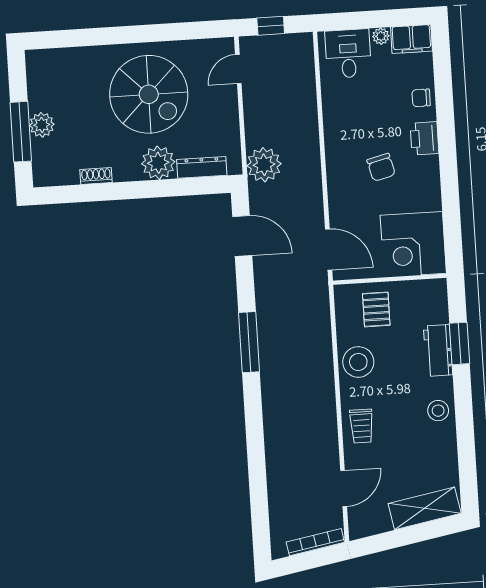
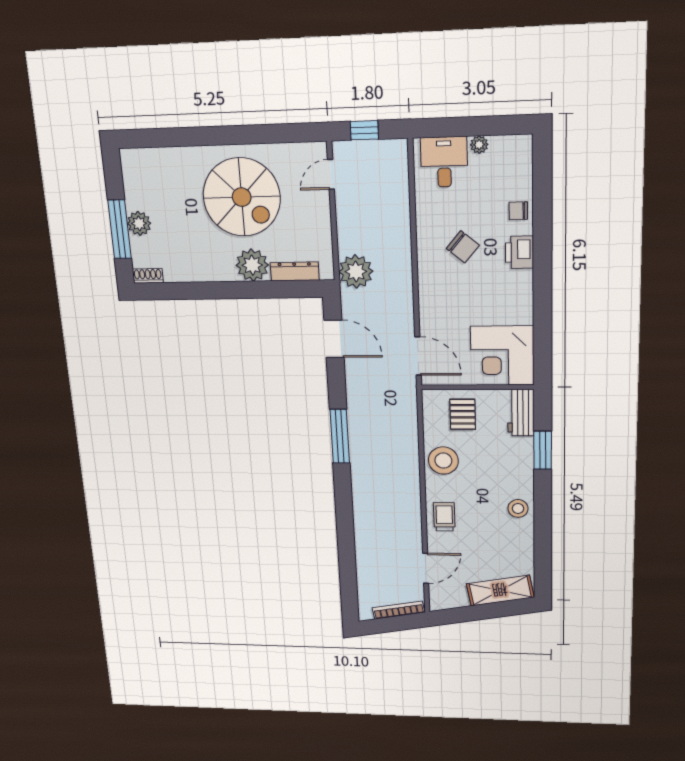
filing cabinet: (411, 39) -> (511, 149), removed
chair: (381, 167) -> (463, 247), moved, turned -36
shoe rack: (96, 176) -> (148, 276), moved
workbench: (438, 350) -> (521, 413), moved
trolley: (362, 426) -> (444, 517), turned 180

